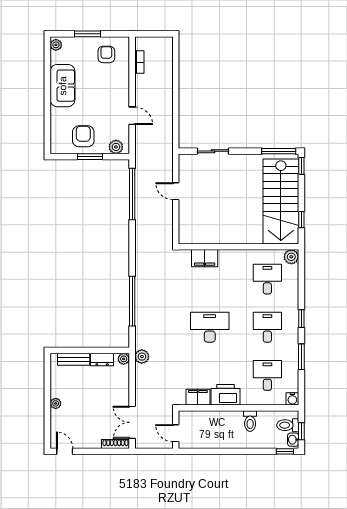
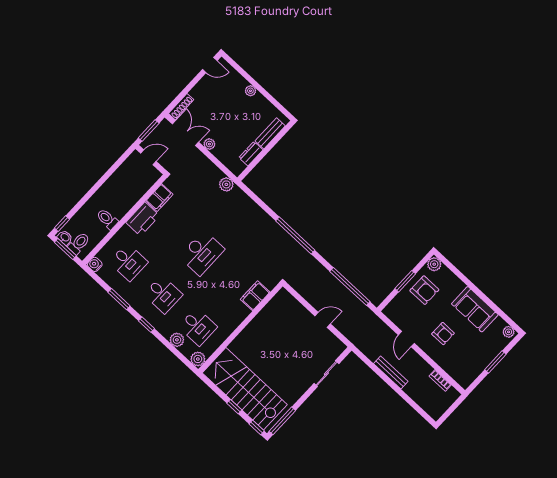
armchair: (106, 54) -> (443, 334), moved
bench: (168, 104) -> (391, 372), added
door: (132, 116) -> (406, 339), hinge flipped
plant: (116, 147) -> (434, 264), moved
window: (301, 220) -> (234, 407), moved
plant: (291, 286) -> (177, 340), added
window: (132, 301) -> (295, 235), moved
plant: (124, 359) -> (209, 144), moved
window: (301, 431) -> (65, 249), width x1.50
window: (156, 451) -> (149, 131), added

